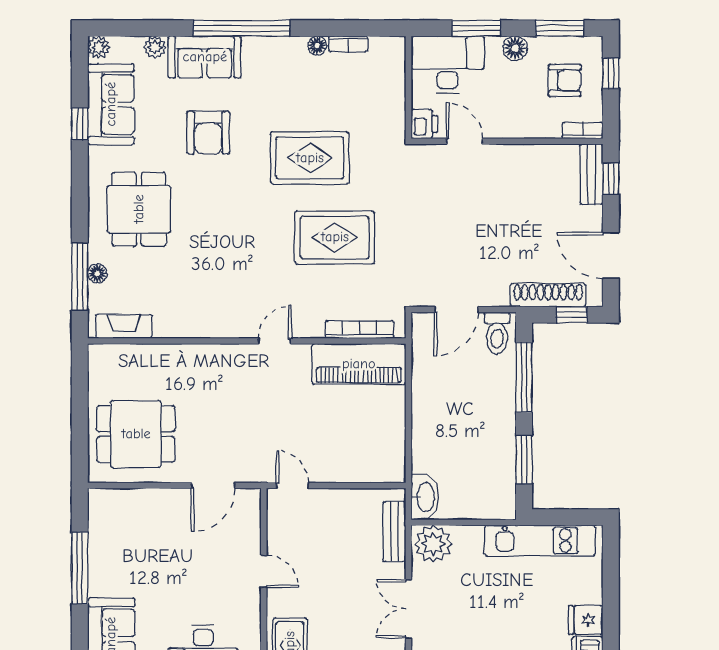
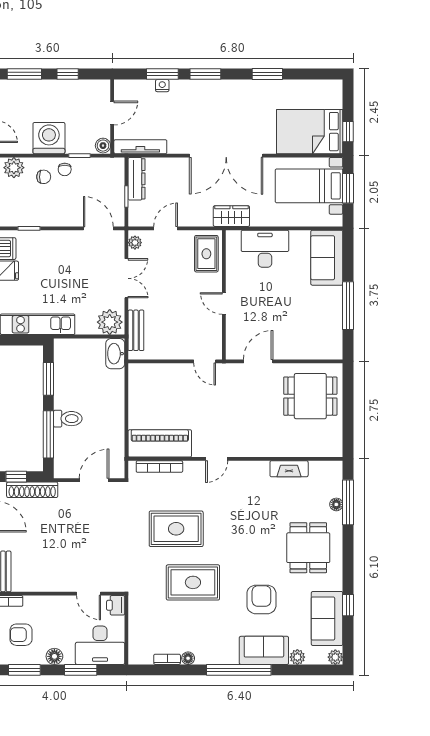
fireplace: (124, 326) -> (289, 469), moved
toilet: (497, 333) -> (68, 419), moved, turned 90

